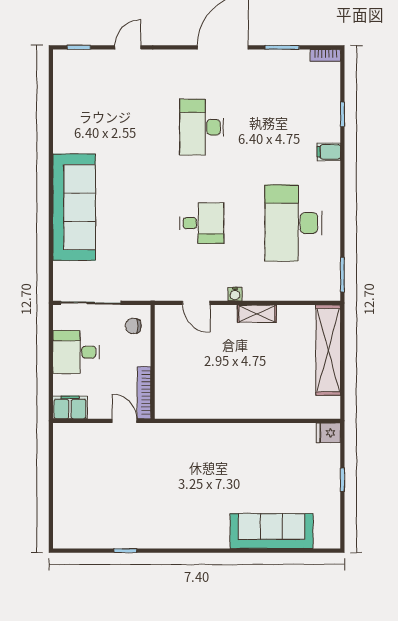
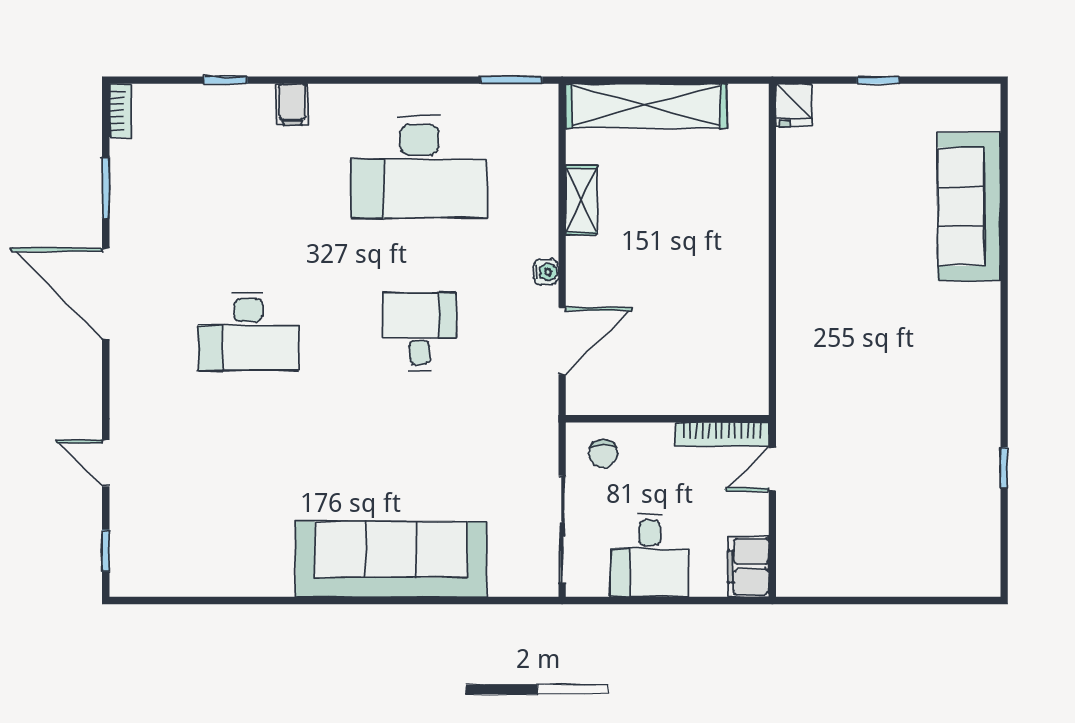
door: (196, 303) -> (562, 341), width x1.37
shelving: (257, 314) -> (581, 200), moved

